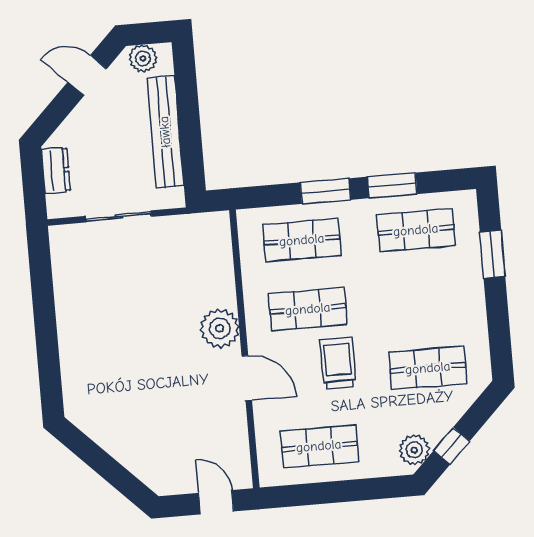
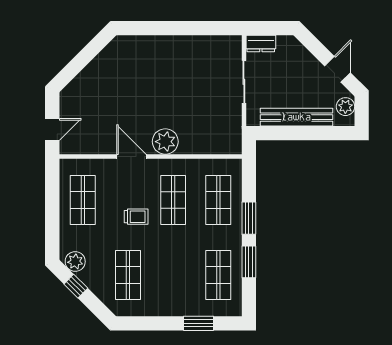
dresser: (56, 170) -> (261, 44), moved
trolley: (338, 363) -> (136, 217), width x0.73, depth x0.72
door: (247, 378) -> (131, 156), swing flipped

